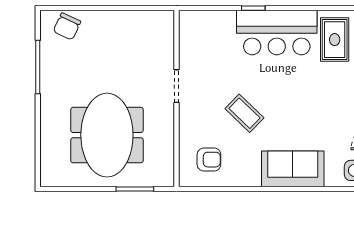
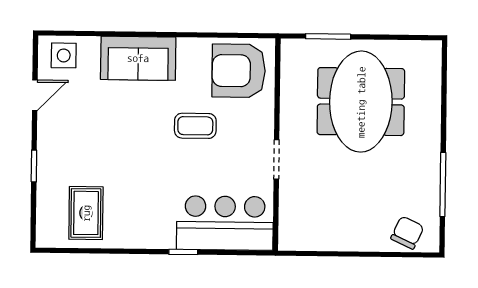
bar counter: (277, 33) -> (225, 223), moved
coffee table: (244, 113) -> (195, 126), turned -44
armchair: (209, 160) -> (239, 71), width x1.88, depth x1.88

